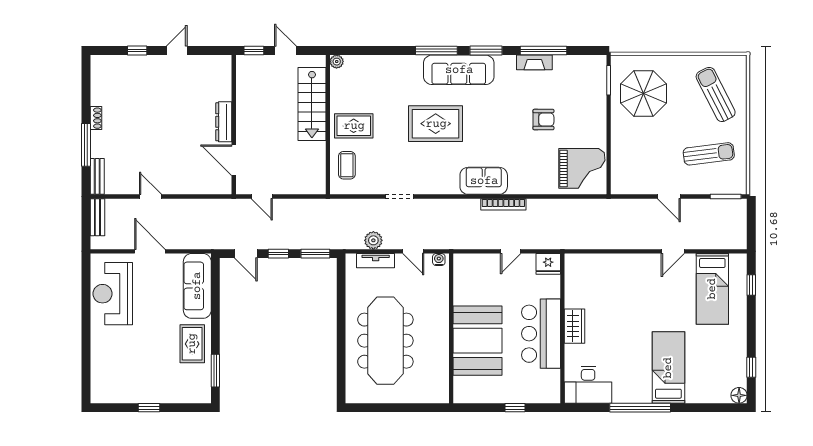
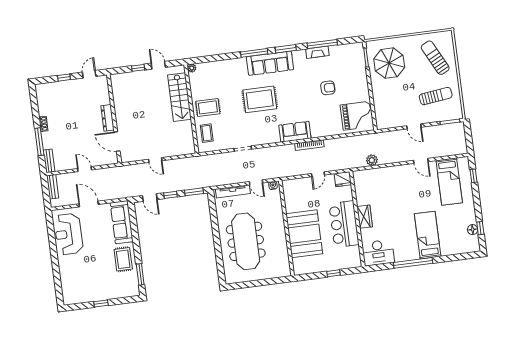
dresser: (224, 122) -> (108, 118), moved
wall: (234, 125) -> (114, 119), moved
door: (234, 160) -> (117, 141), moved
plant: (373, 240) -> (372, 160), moved
door: (673, 251) -> (421, 161), hinge flipped
tv unit: (376, 261) -> (233, 191), width x1.41
floor lamp: (739, 395) -> (473, 230), moved

